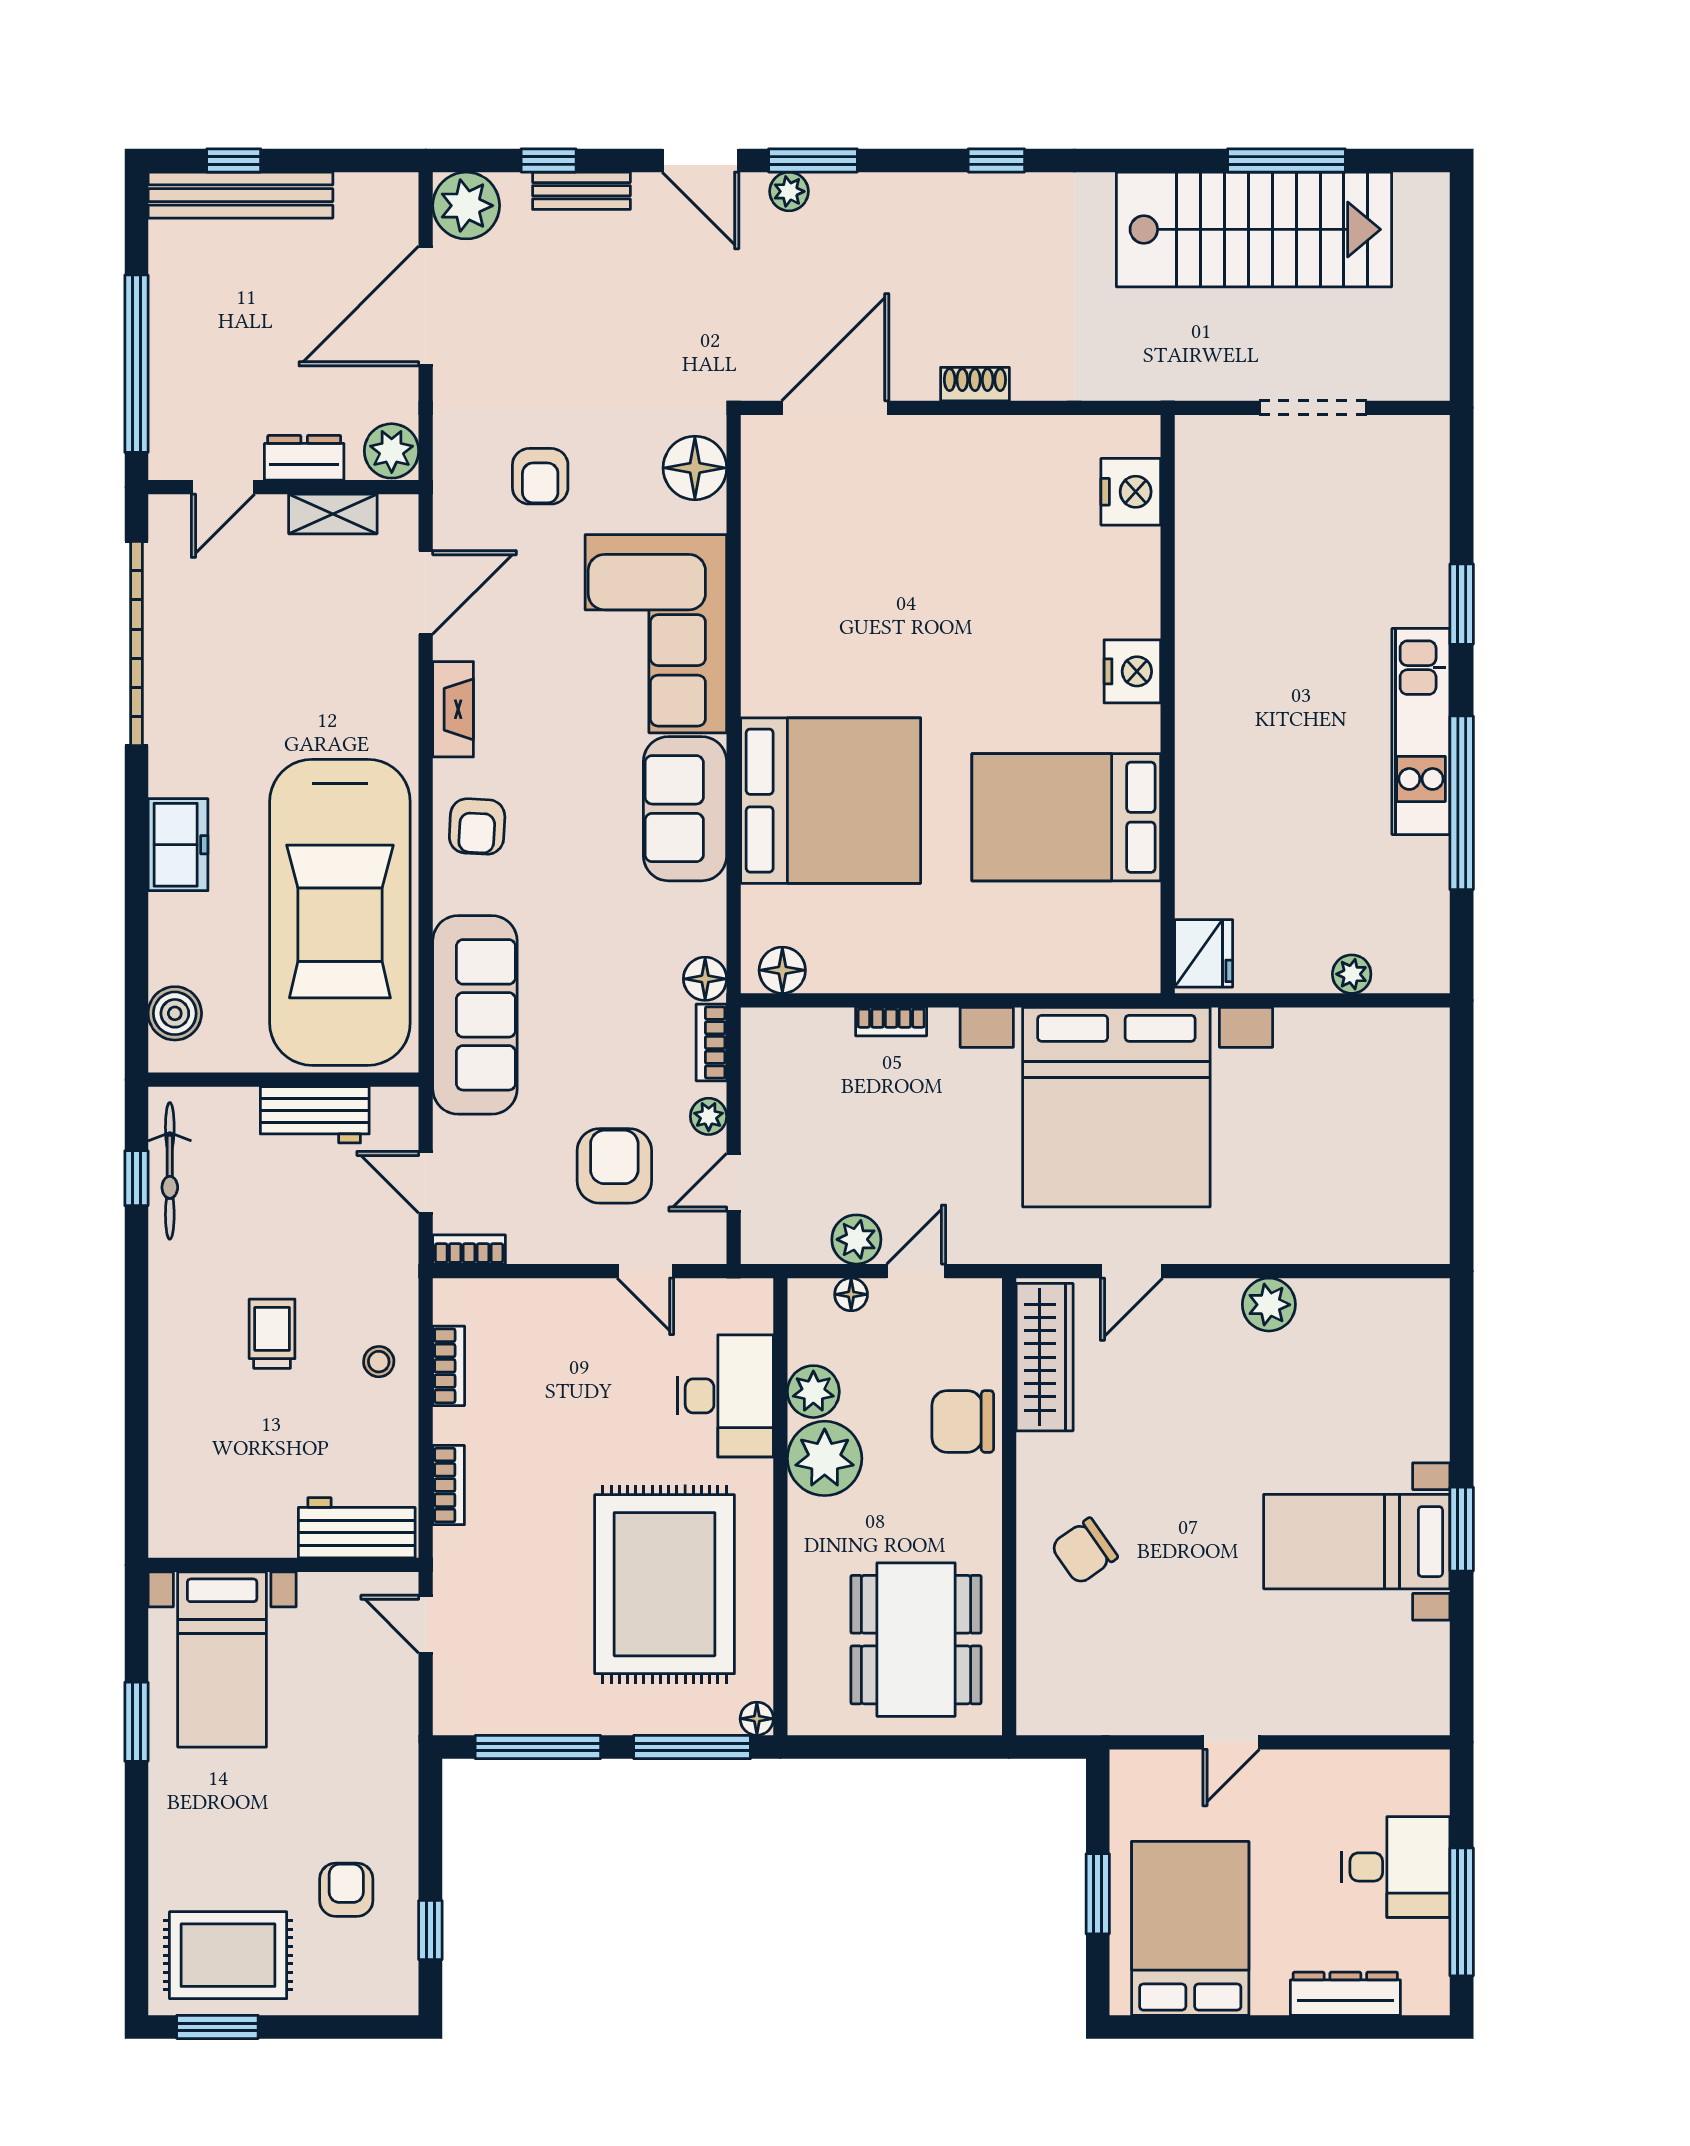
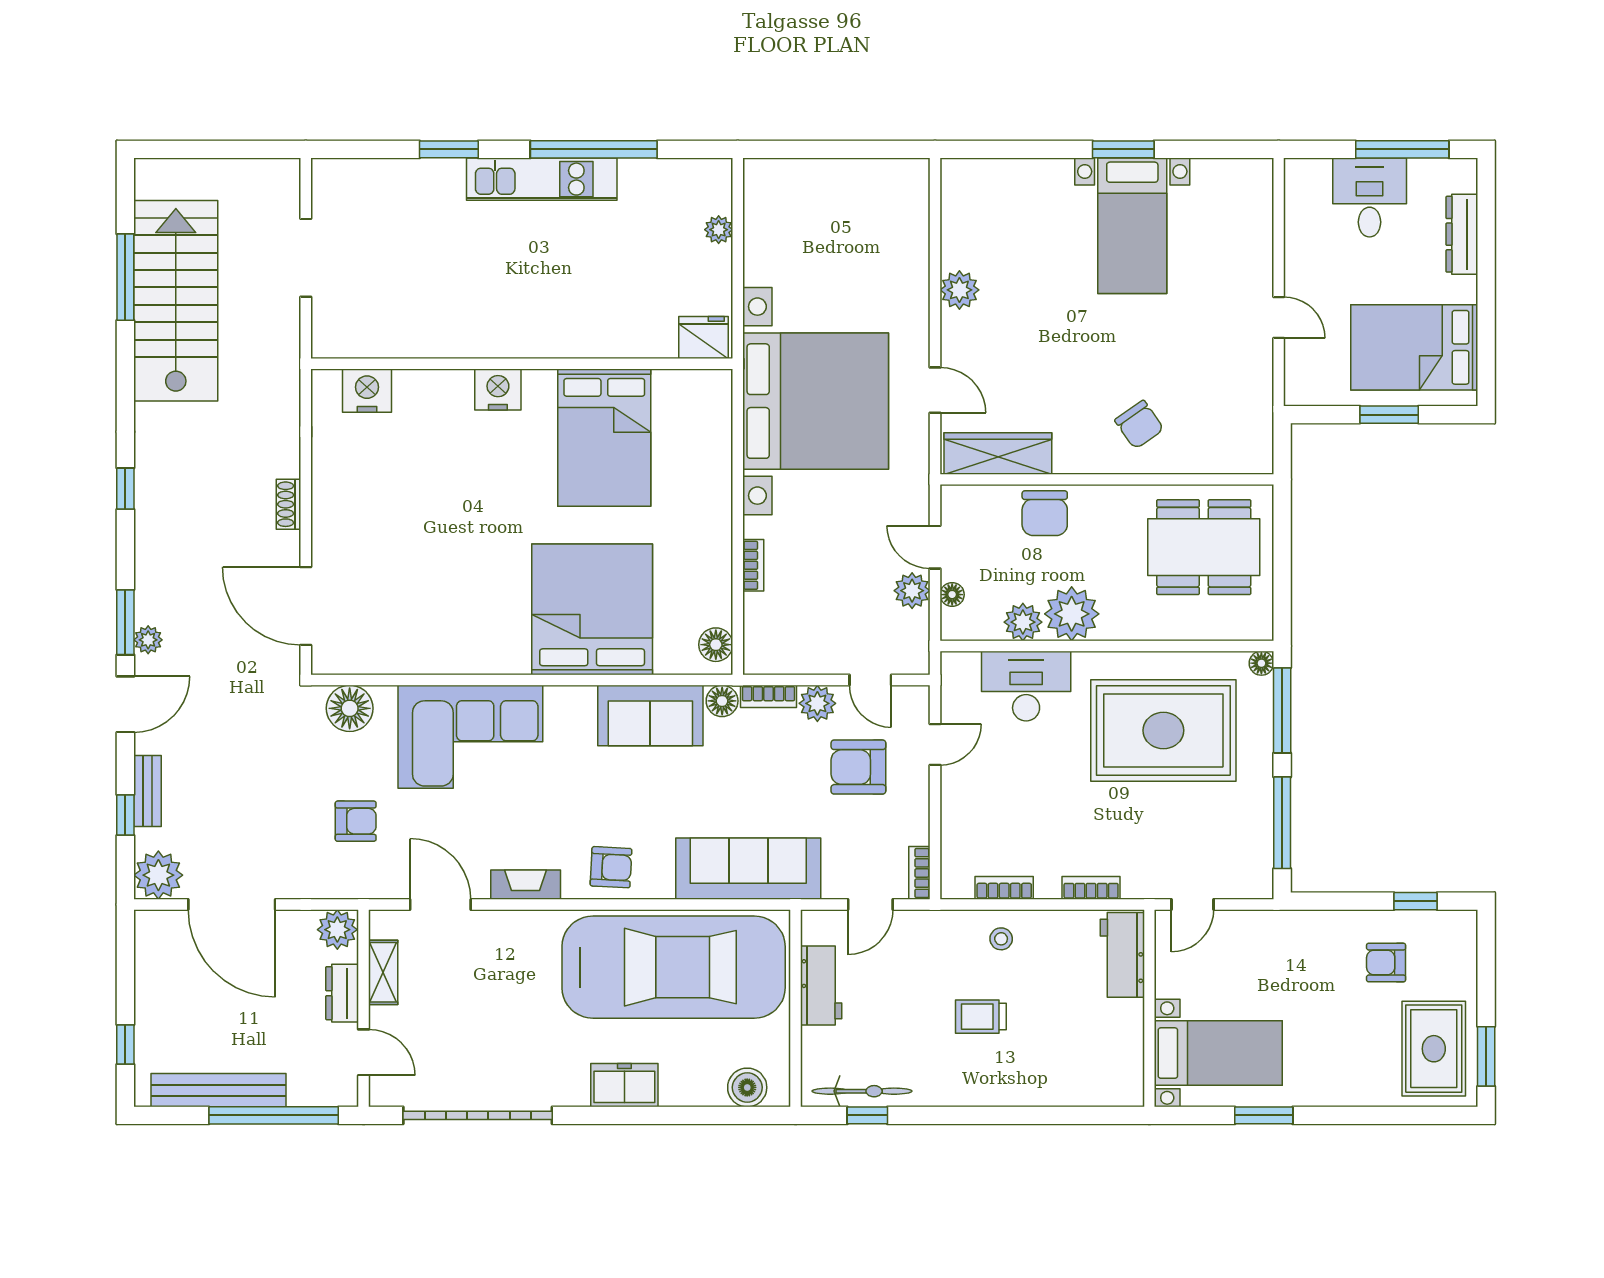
bench: (240, 195) -> (218, 1090), moved, turned 90
sofa: (685, 809) -> (650, 716), moved
plant: (709, 1116) -> (817, 703), width x1.38, depth x1.38

